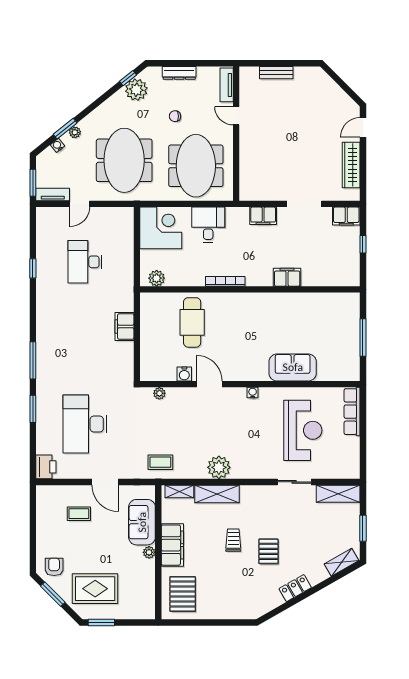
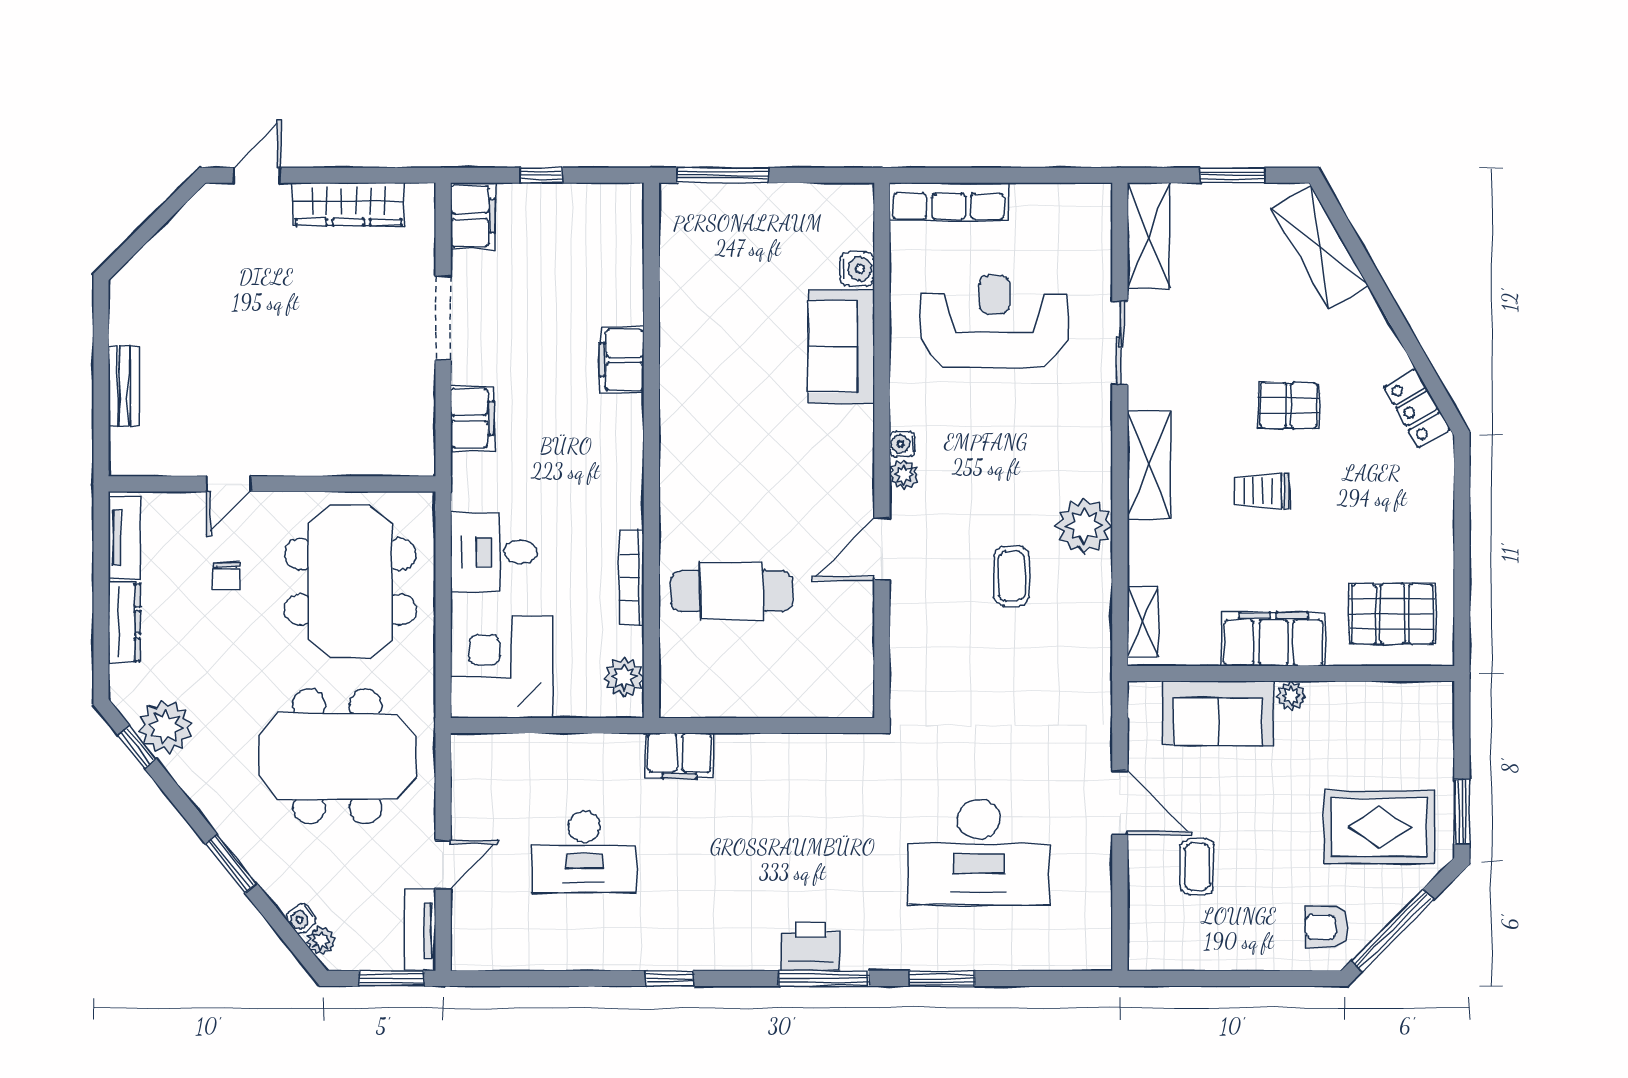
tv unit: (227, 85) -> (124, 537), moved, turned -90
chair: (175, 116) -> (227, 576), moved
door: (363, 127) -> (257, 175), swing flipped
window: (65, 129) -> (231, 863), moved
plant: (75, 132) -> (321, 941), moved
meeting table: (196, 166) -> (350, 582), turned 90
door: (80, 204) -> (443, 865), hinge flipped
window: (33, 268) -> (670, 978), moved
bookcase: (225, 281) -> (632, 577), moved
filing cabinet: (124, 326) -> (679, 756), moved
window: (363, 337) -> (723, 175), moved
water cooler: (184, 374) -> (857, 269), moved
plant: (159, 393) -> (904, 475), moved
coffee table: (160, 462) -> (1012, 576), moved
printer: (46, 467) -> (811, 947), moved
door: (105, 482) -> (1120, 803), hinge flipped
shelving: (217, 494) -> (1149, 465), moved
shelving: (342, 562) -> (1320, 247), width x1.50, depth x1.33
locker: (295, 588) -> (1417, 408), moved
rug: (95, 589) -> (1379, 827), turned 90
window: (53, 594) -> (1393, 930), width x1.44

